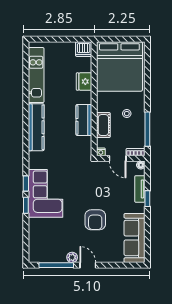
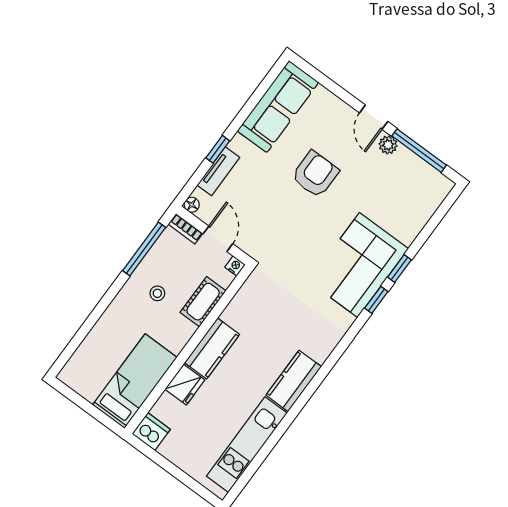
bed: (119, 66) -> (135, 381), width x0.49
kitchen counter: (84, 120) -> (212, 348), moved
kitchen counter: (36, 127) -> (294, 381), width x0.67

